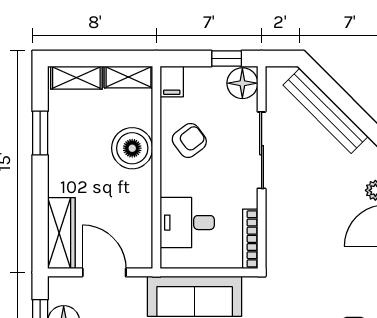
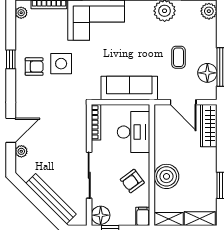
desk: (187, 223) -> (134, 132), width x1.37

